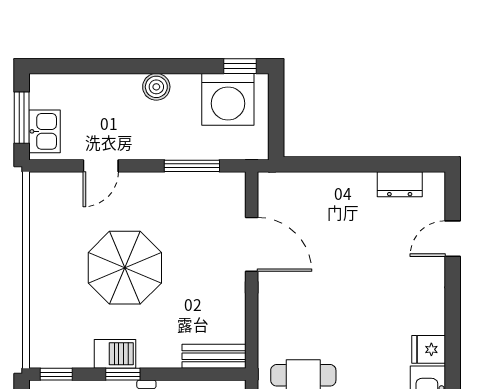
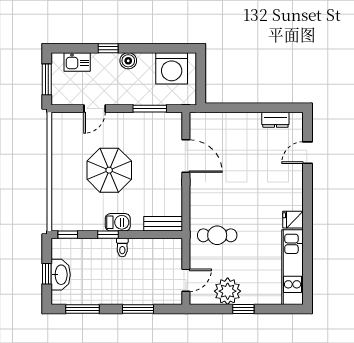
window: (240, 66) -> (108, 48), moved
kitchen sink: (44, 131) -> (77, 62), moved, turned 90
barbecue: (115, 354) -> (118, 222), moved

